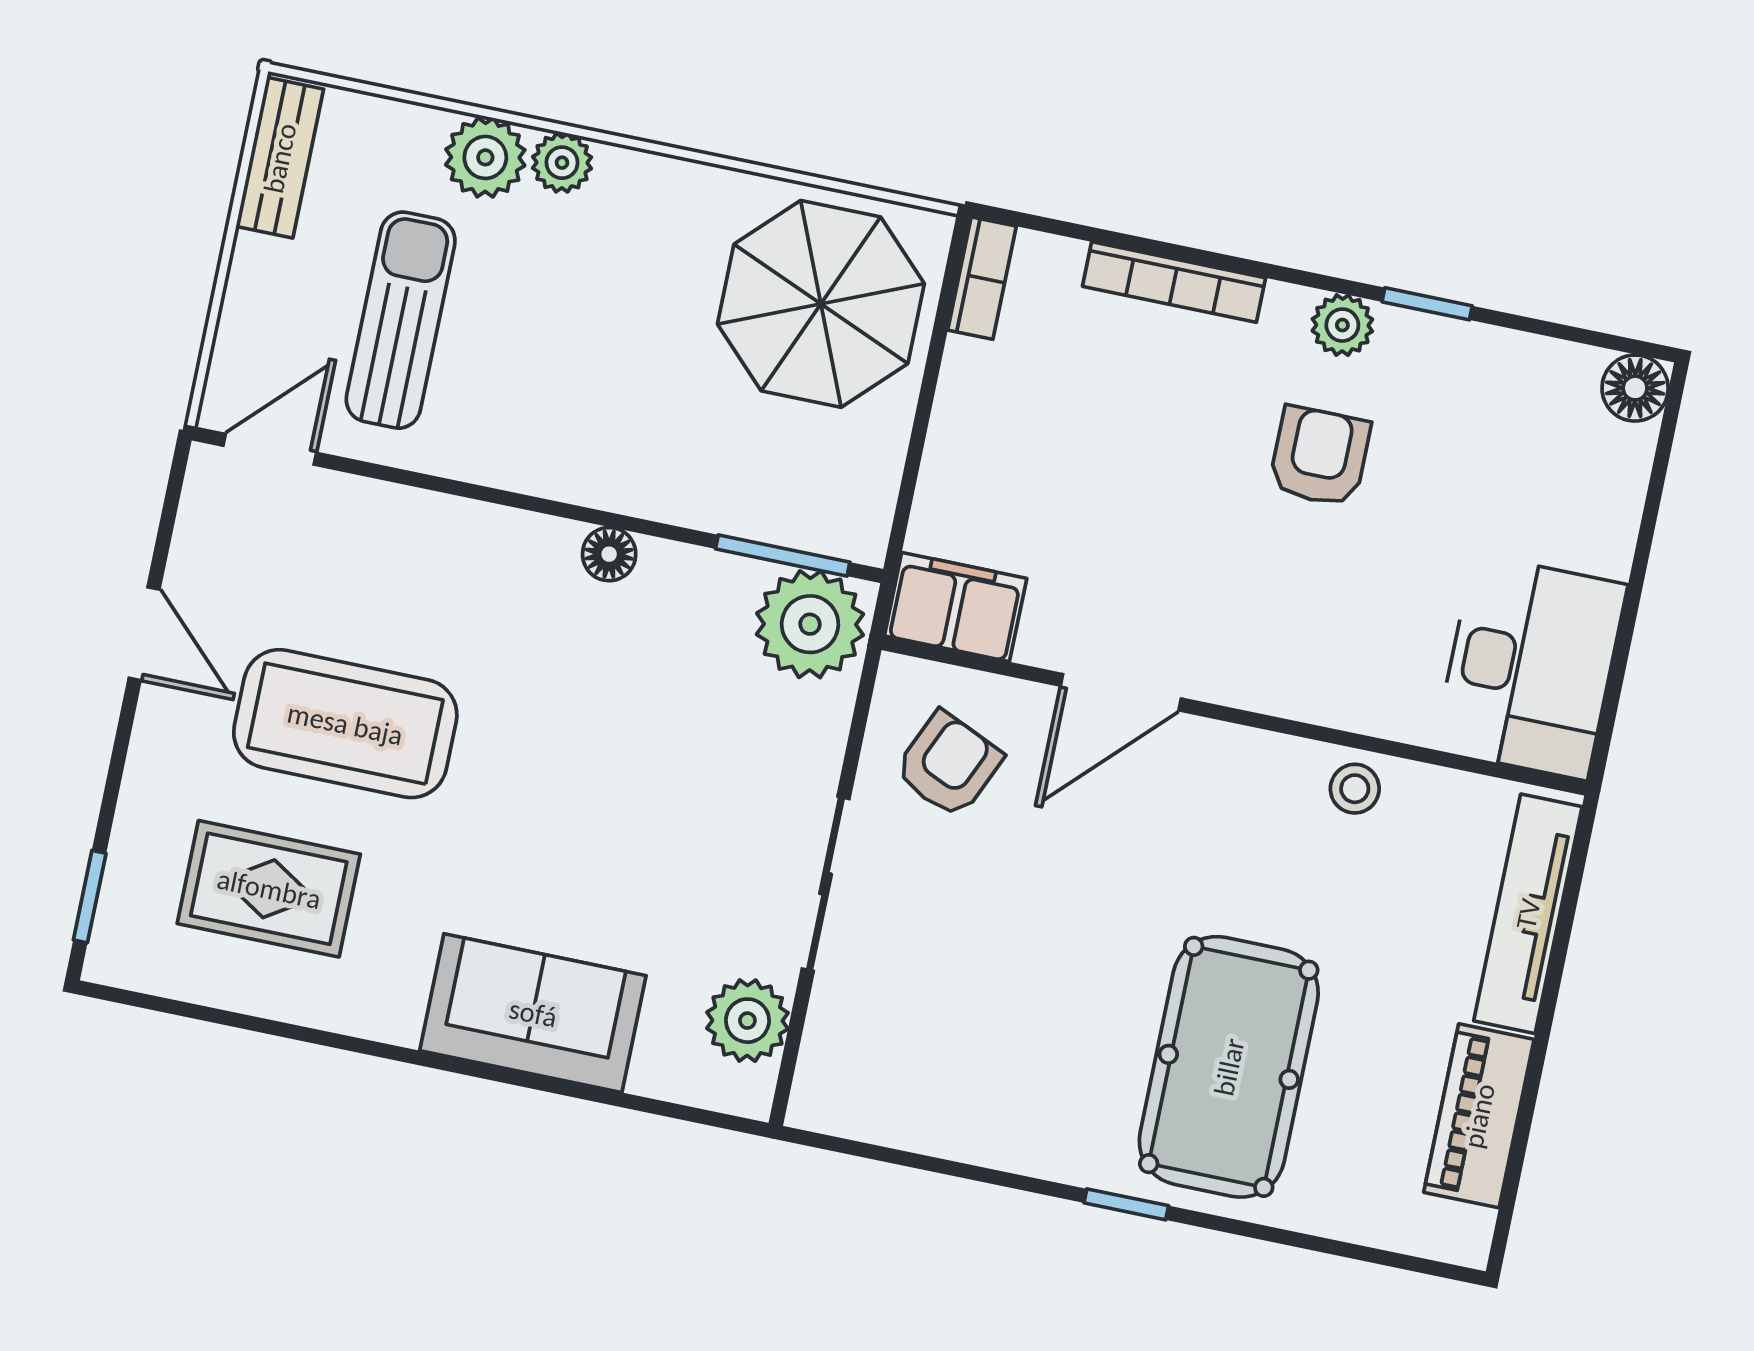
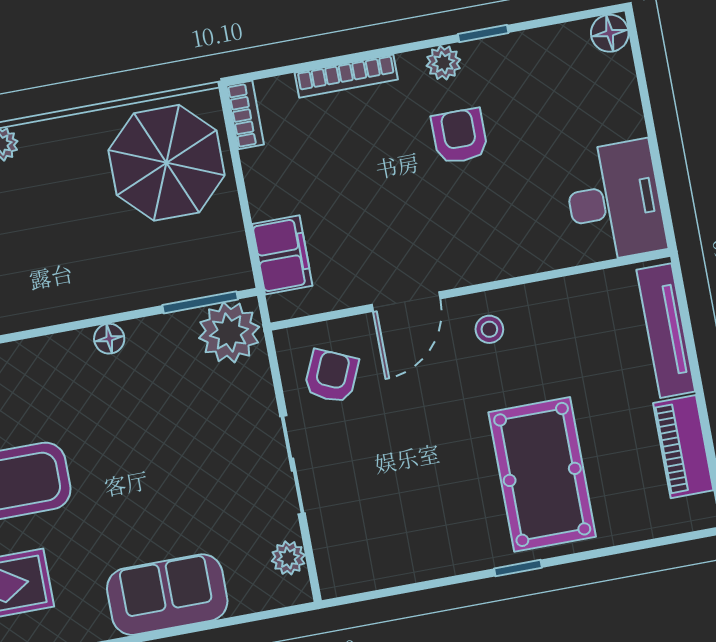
filing cabinet: (956, 607) -> (282, 255), moved, turned 90
stool: (1355, 789) -> (489, 329), moved
plant: (747, 1021) -> (288, 558), width x0.73, depth x0.73

